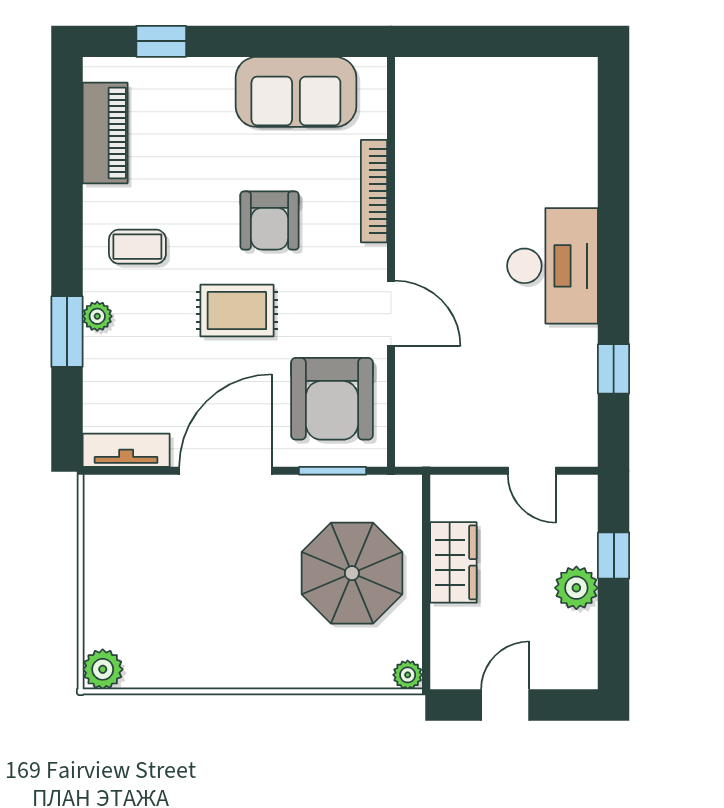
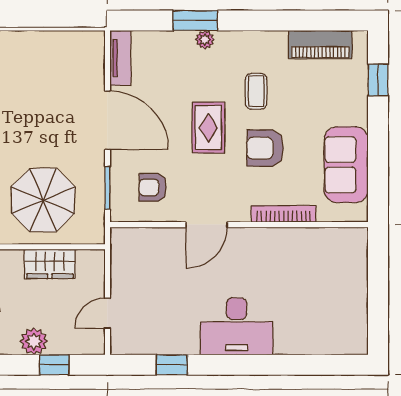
coffee table: (137, 247) -> (256, 91), moved
armchair: (332, 399) -> (153, 187), width x0.53, depth x0.53

